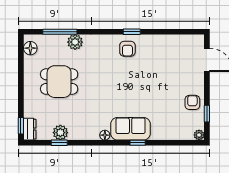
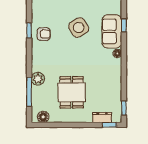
side table: (135, 90) -> (79, 28), added
dresser: (30, 129) -> (102, 117), moved
plant: (60, 133) -> (115, 91), removed
window: (59, 143) -> (124, 108), moved

